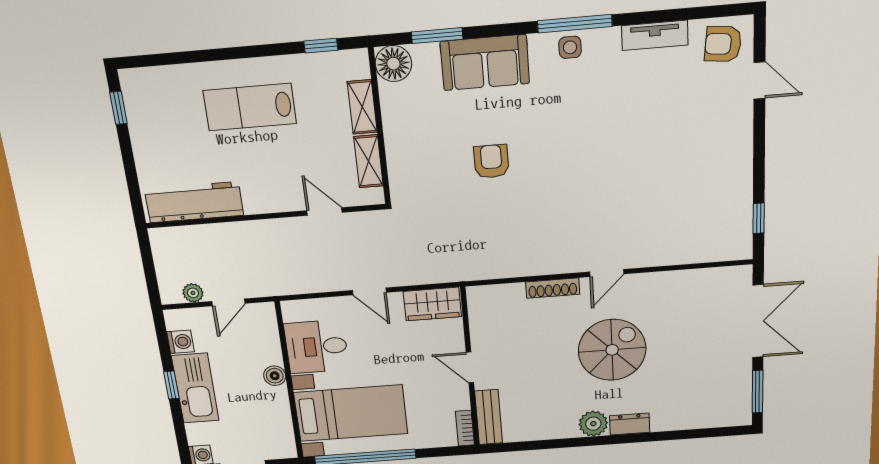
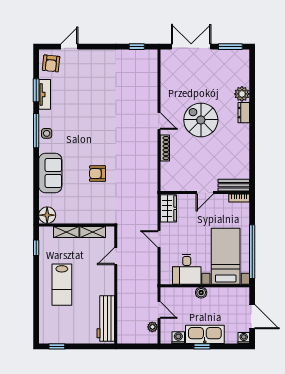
window: (437, 36) -> (36, 90), moved
door: (369, 291) -> (159, 239), swing flipped
plant: (593, 424) -> (242, 94), moved

